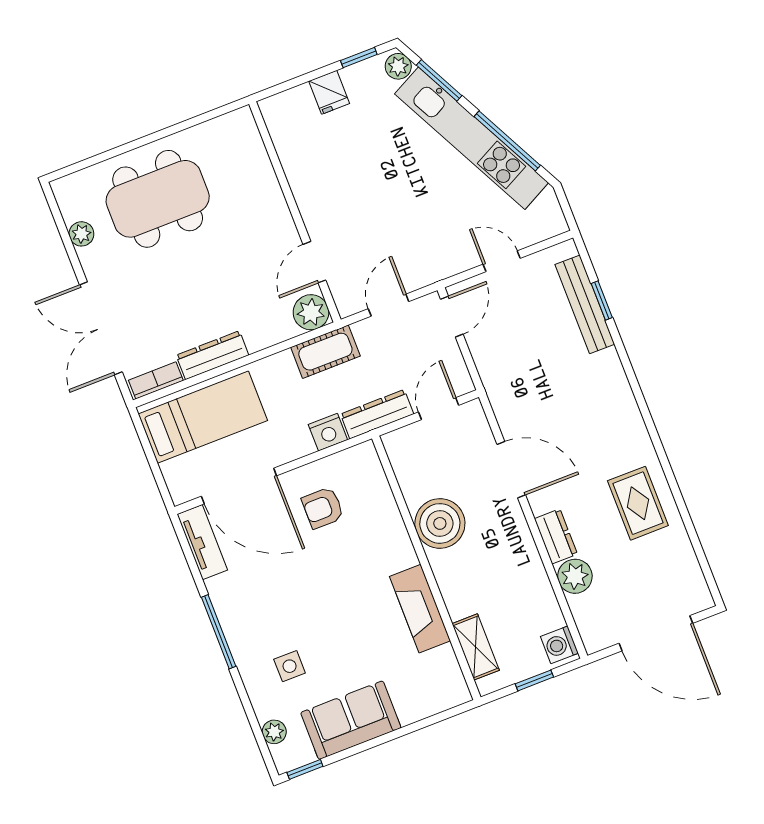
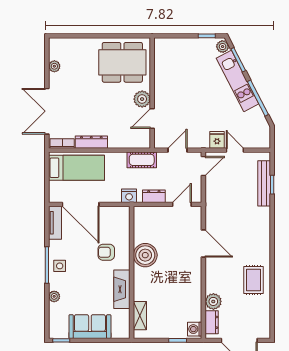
fridge: (329, 92) -> (217, 140), moved, turned 180
kitchen unit: (472, 138) -> (238, 81), width x0.73
dining table: (158, 199) -> (122, 62), moved
plant: (311, 312) -> (142, 99), moved
dresser: (377, 414) -> (154, 196), width x0.70
armchair: (323, 508) -> (106, 252), moved
boiler: (440, 523) -> (145, 255), moved
dresser: (556, 536) -> (212, 322), moved
wall: (426, 568) -> (132, 272), moved
fireplace: (420, 609) -> (122, 289), moved
shelving: (476, 647) -> (140, 316), moved
side table: (290, 666) -> (60, 266), moved
plant: (274, 732) -> (54, 296), moved

